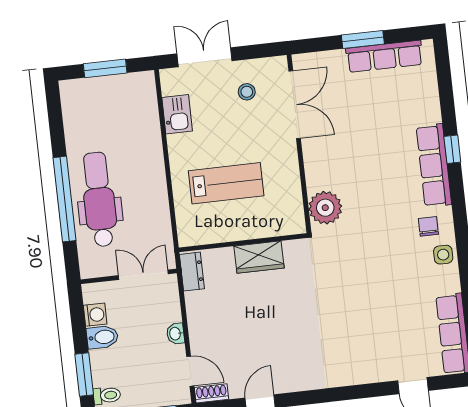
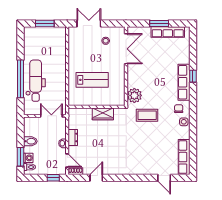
kitchen sink: (177, 114) -> (74, 47), removed
coffee table: (359, 249) -> (147, 115), added
dresser: (192, 272) -> (73, 137), moved
washing machine: (95, 315) -> (28, 158), moved

